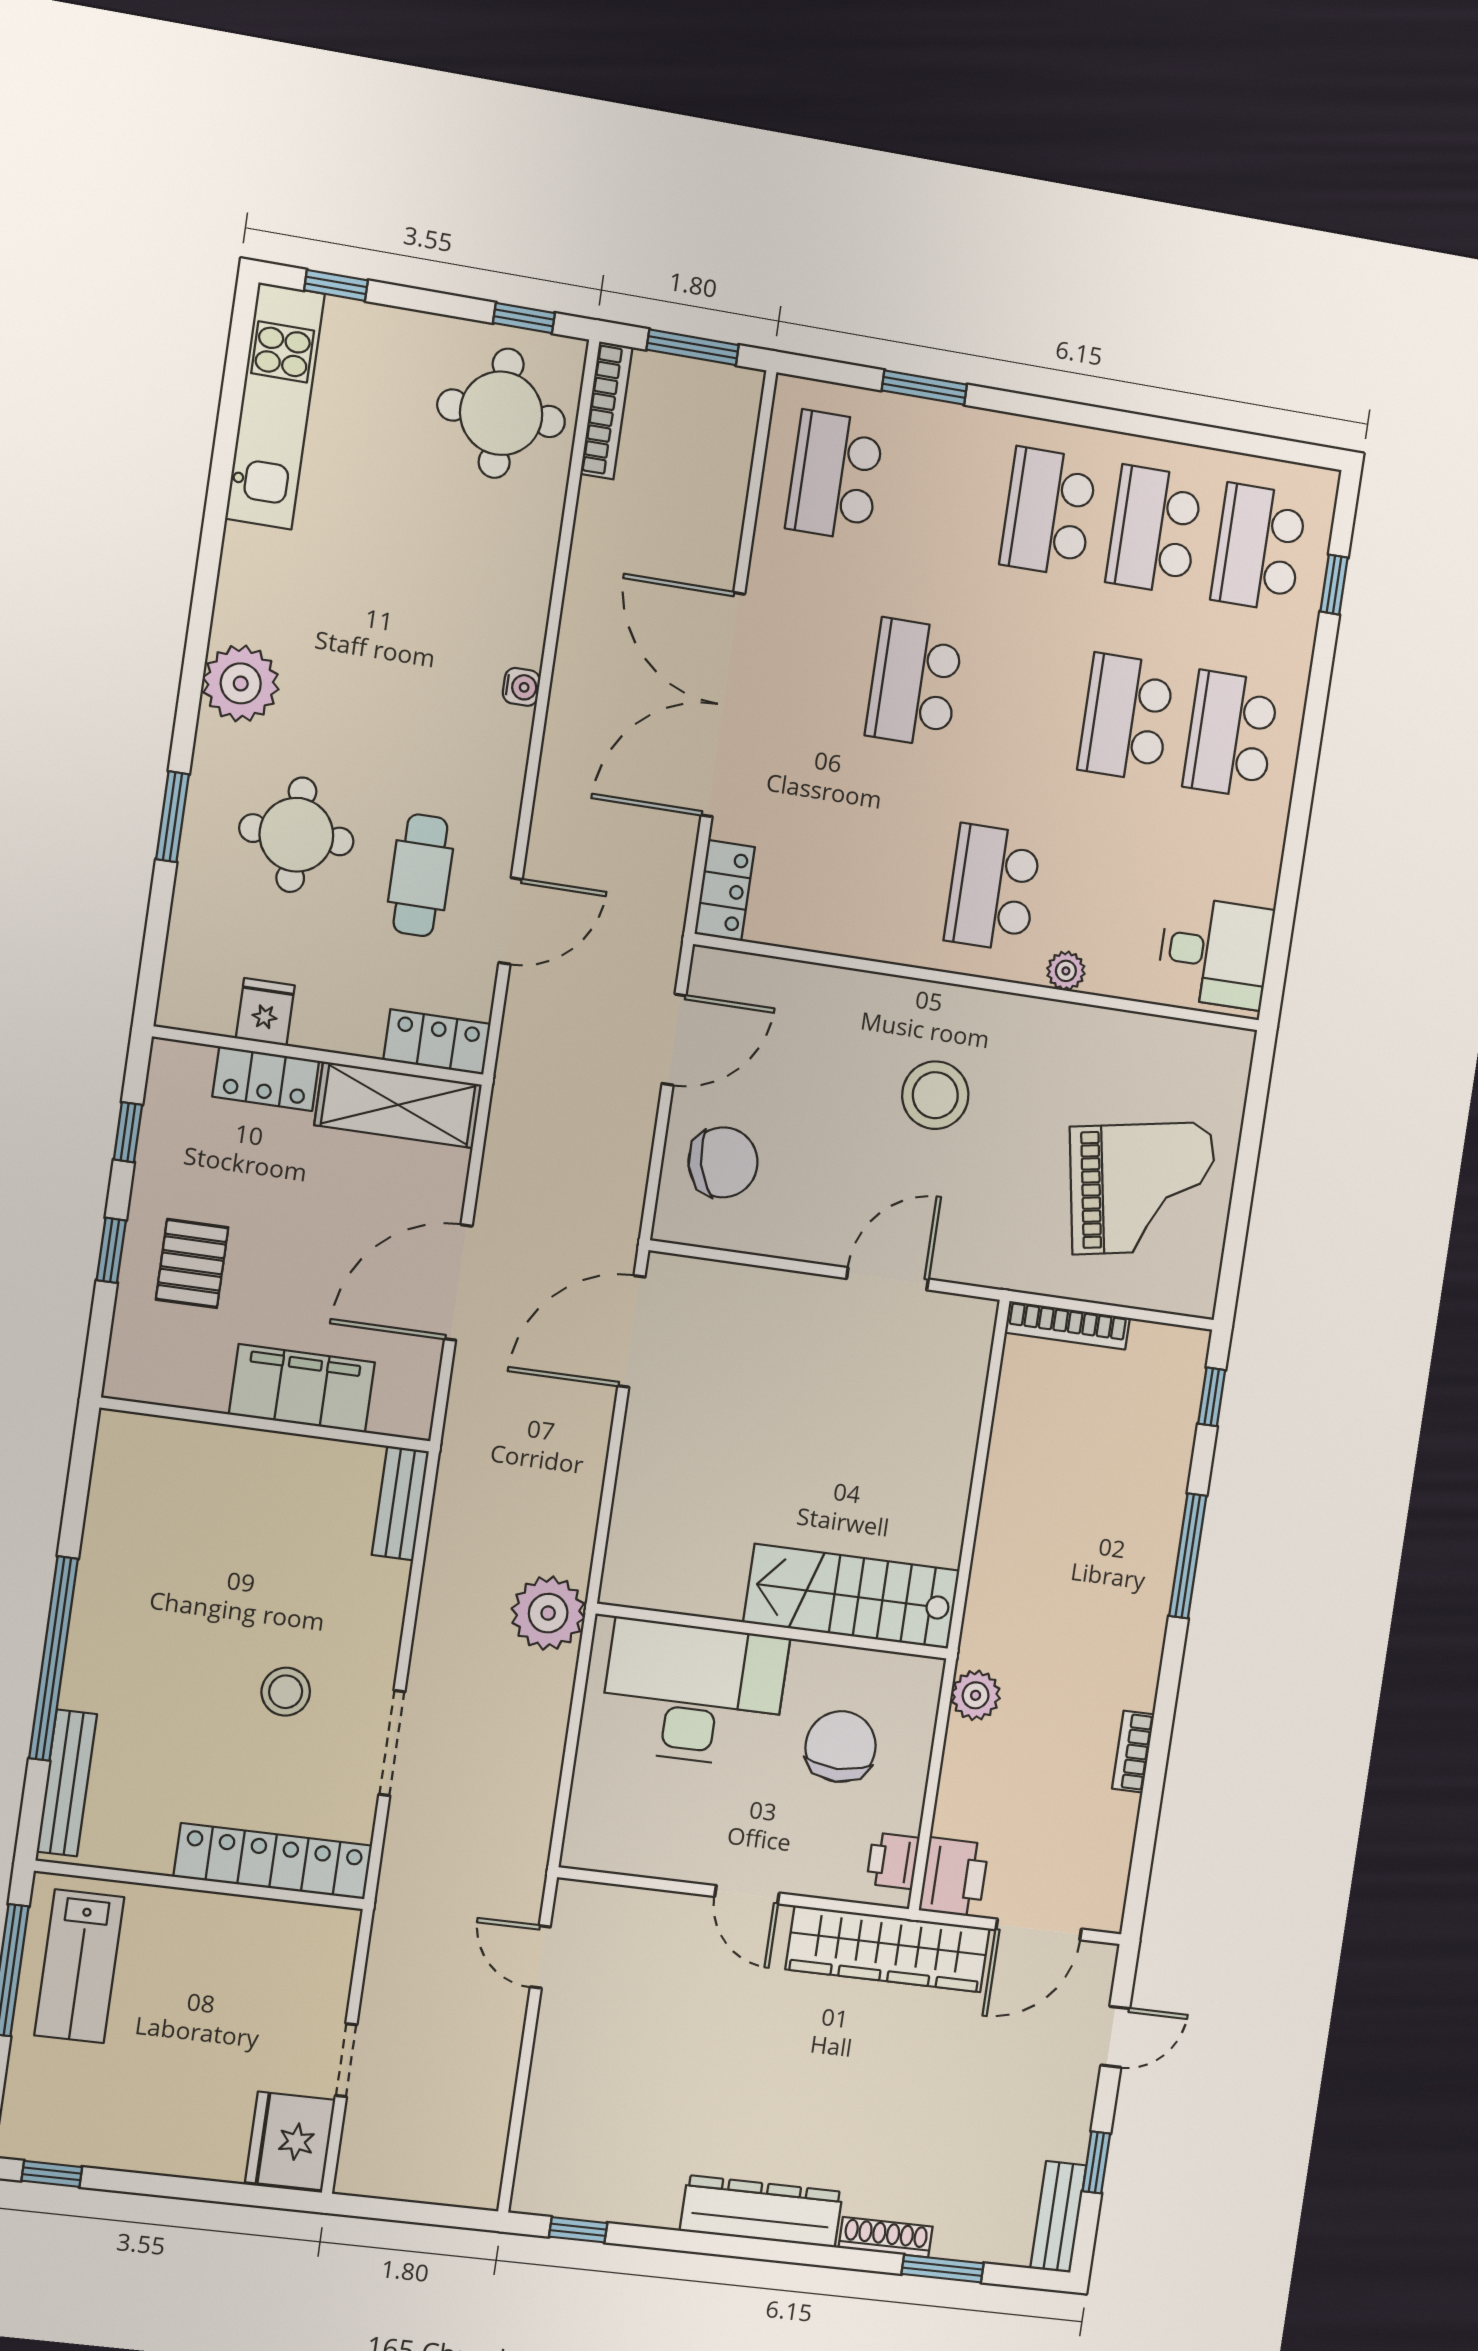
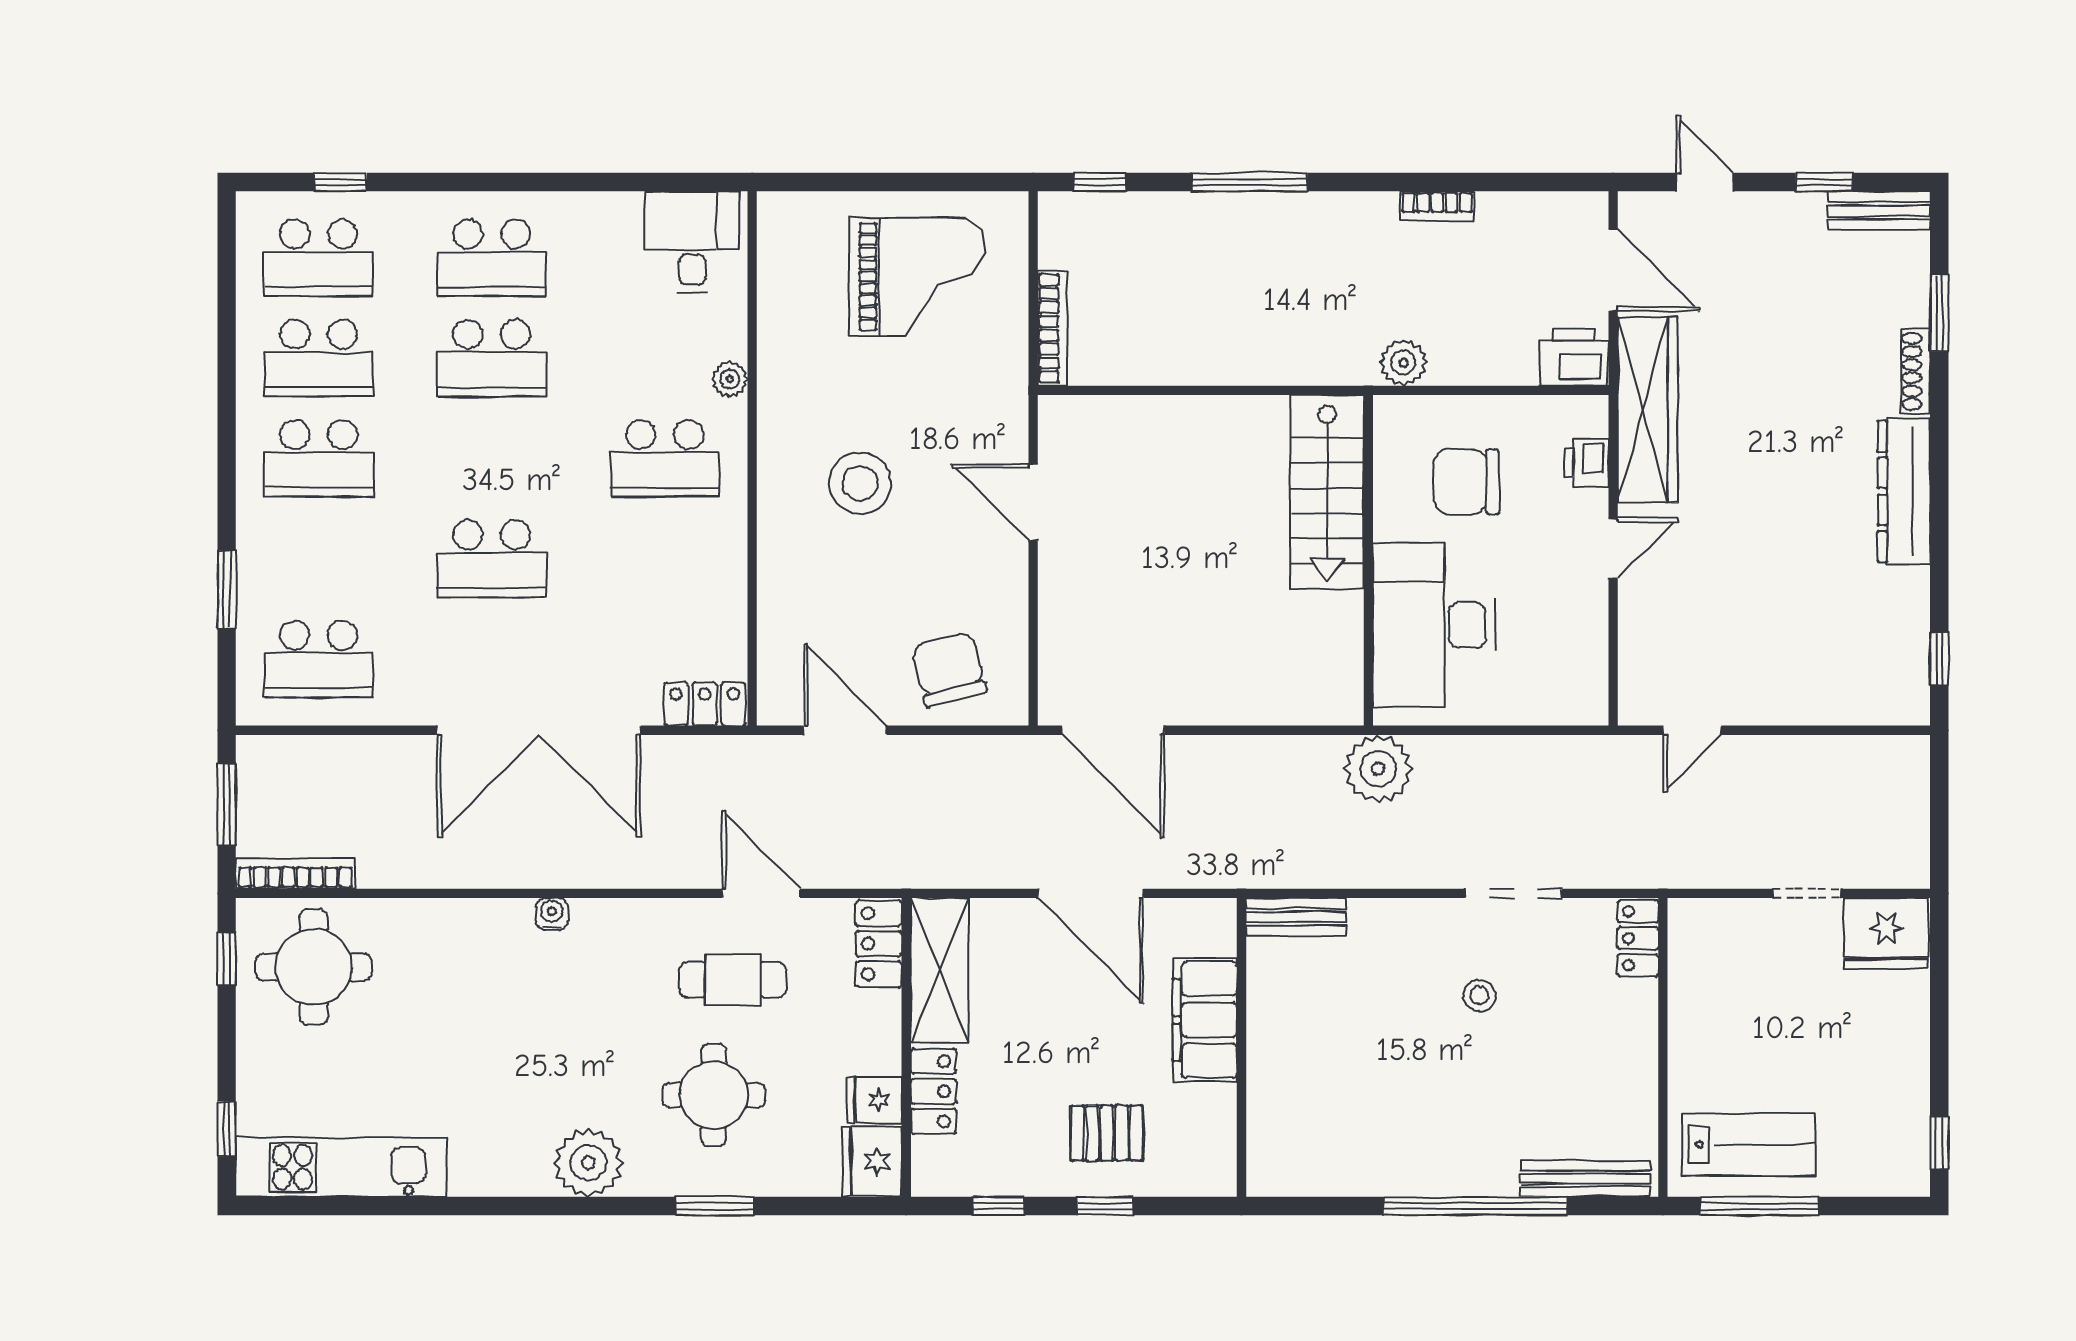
fridge: (198, 999) -> (872, 1161), added
grand piano: (1143, 1188) -> (917, 277), turned 100
stool: (286, 1692) -> (1479, 996), width x0.73, depth x0.73
locker: (273, 1861) -> (1638, 938), width x0.46, depth x0.83
printer: (893, 1861) -> (1587, 463), moved, turned 90

